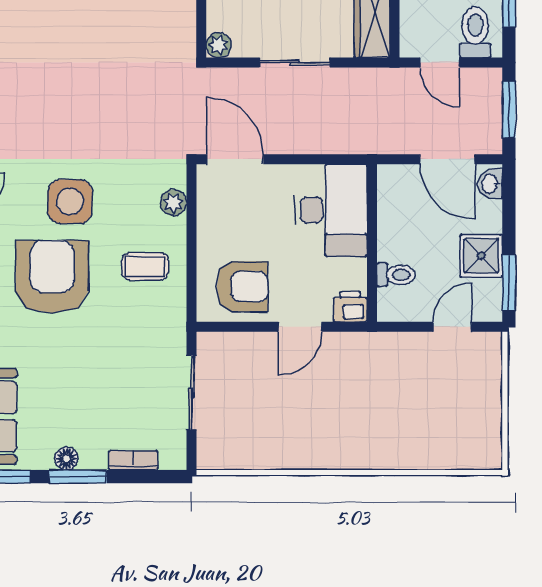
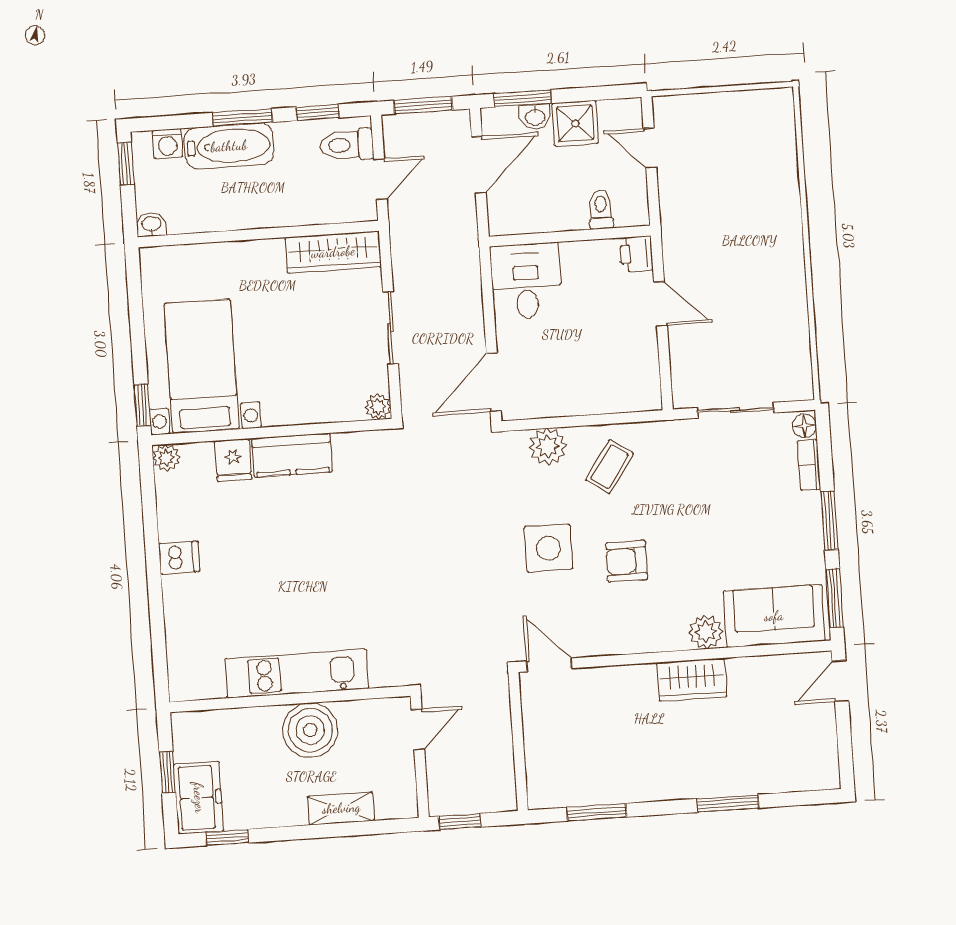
washbasin: (490, 184) -> (535, 117), moved
plant: (174, 203) -> (548, 447), width x1.38, depth x1.38
desk: (331, 210) -> (526, 281), width x0.73
coffee table: (145, 266) -> (609, 467), turned 35
armchair: (52, 277) -> (627, 561), width x0.53, depth x0.53
window: (509, 283) -> (523, 98), moved
armchair: (242, 287) -> (624, 366), removed
floor lamp: (66, 459) -> (804, 426), moved

